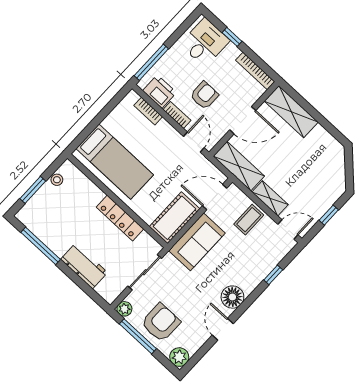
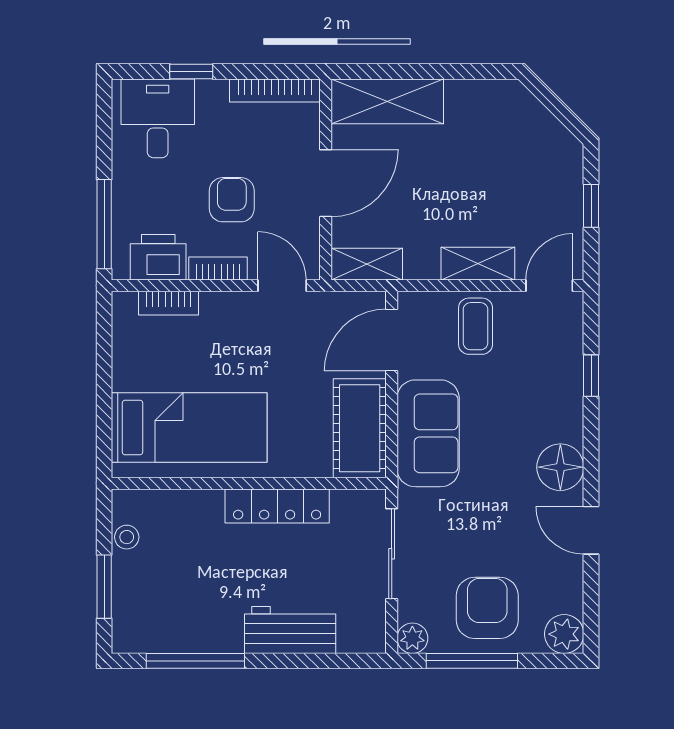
shelving: (239, 166) -> (367, 264), width x0.67, depth x0.75

